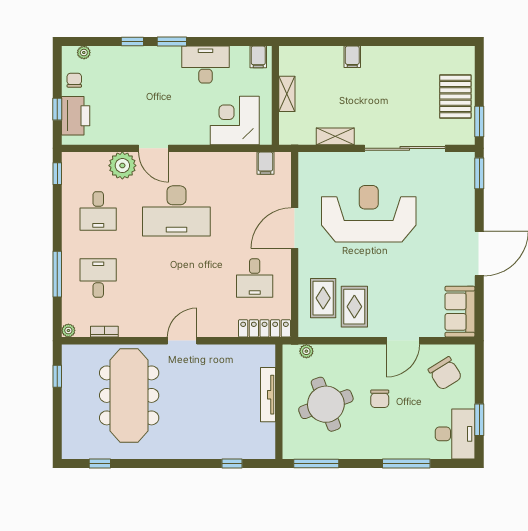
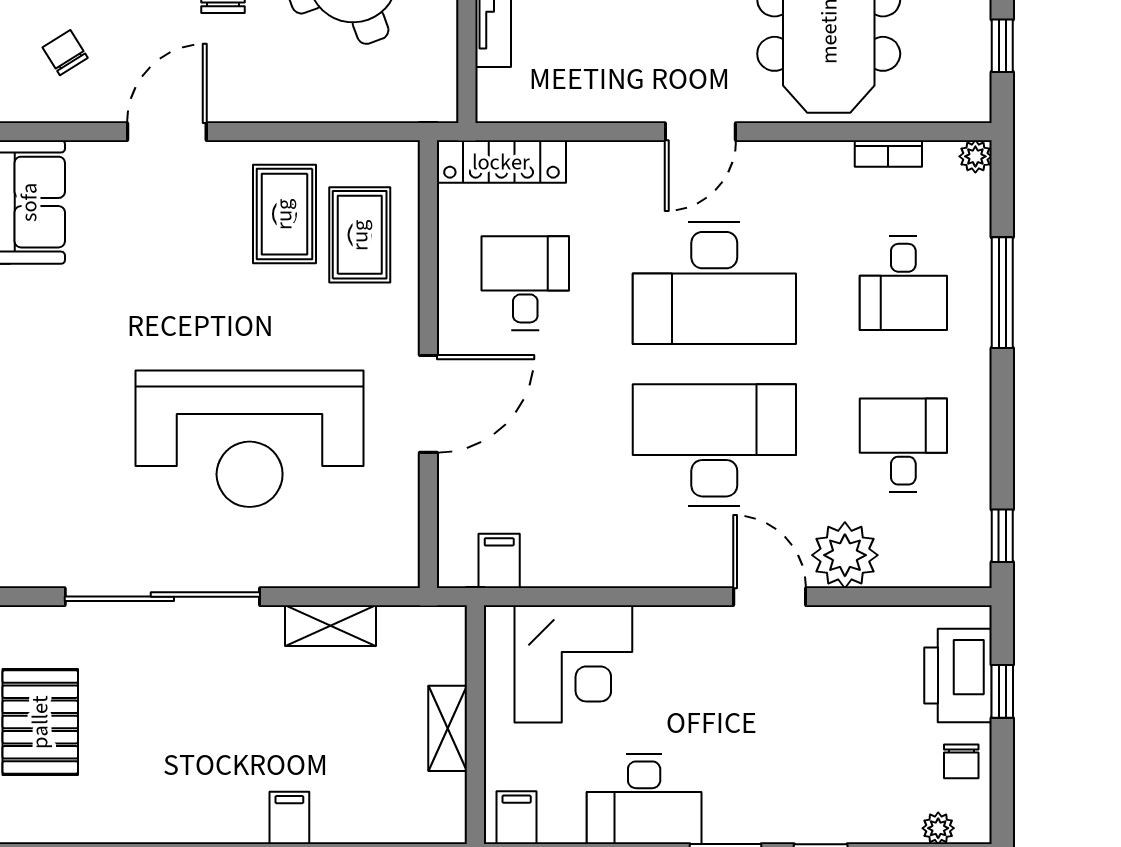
desk: (176, 278) -> (714, 283), added
plant: (306, 351) -> (400, 106), removed
chair: (445, 373) -> (65, 53), width x0.54, depth x0.54

